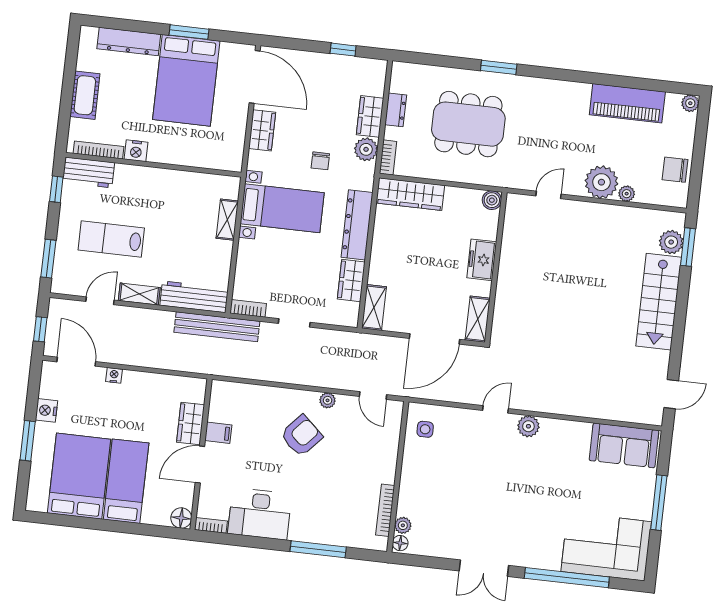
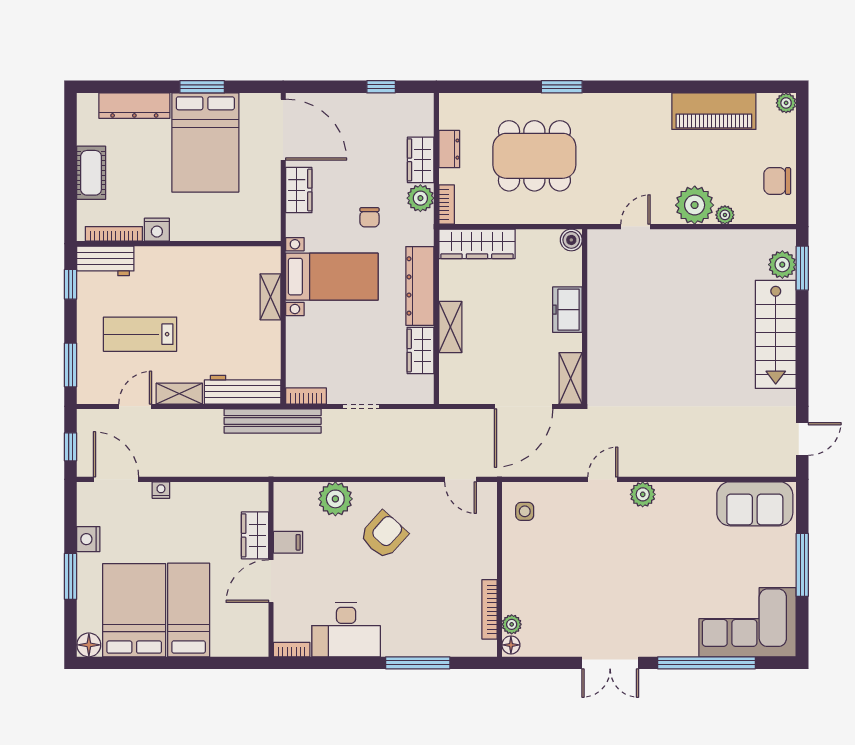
shelving: (374, 308) -> (450, 327), moved
plant: (328, 400) -> (335, 499), moved, width x1.88, depth x1.88
floor lamp: (181, 518) -> (89, 645), moved

